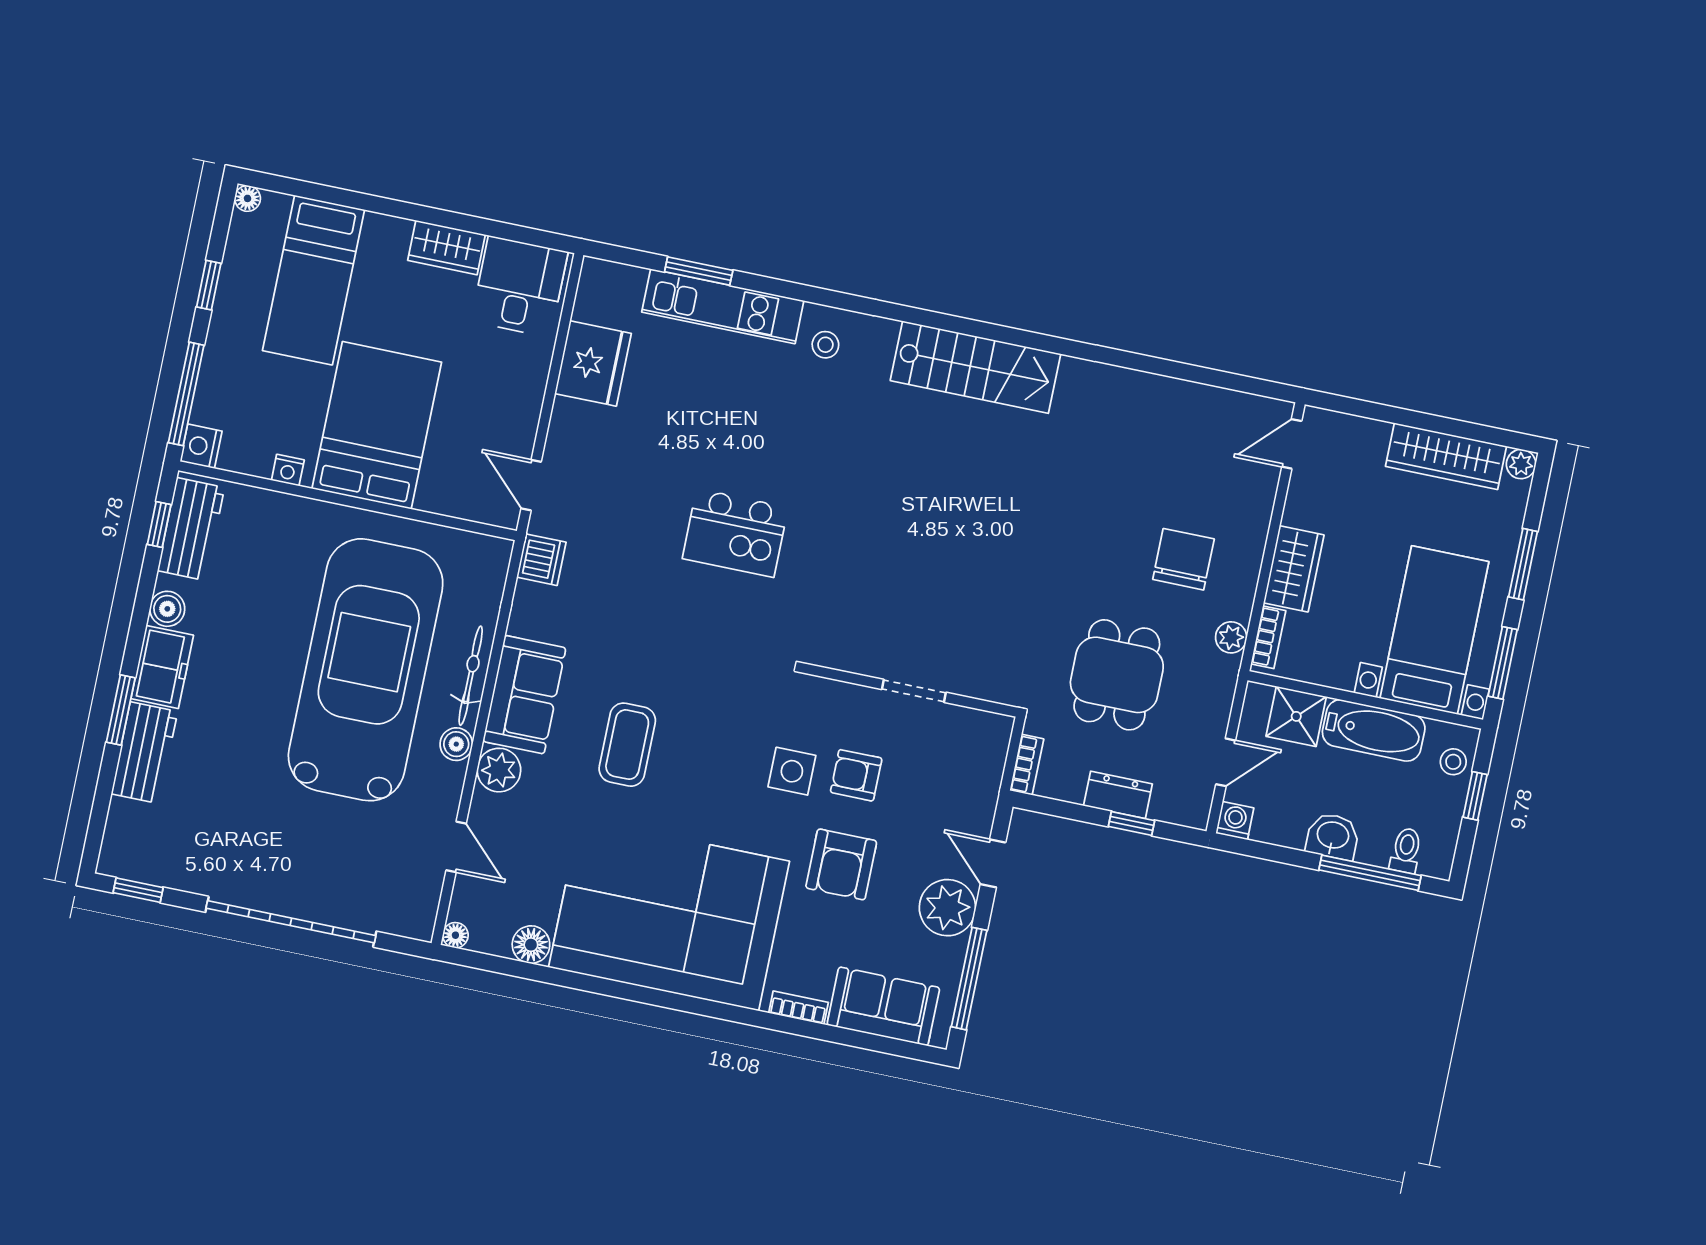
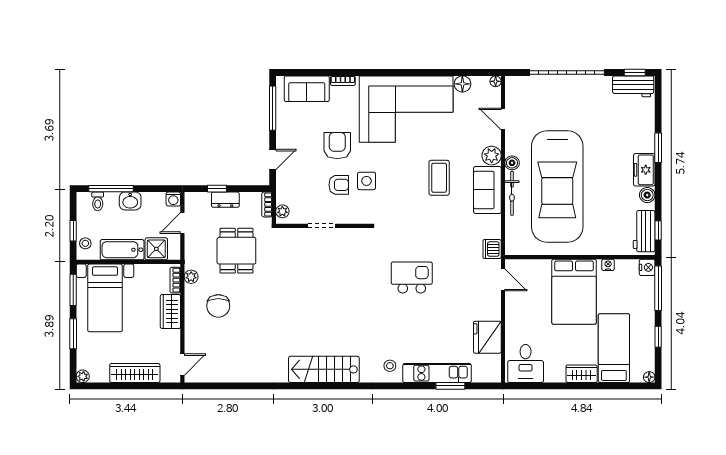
wardrobe: (447, 248) -> (582, 374), moved
wardrobe: (1446, 456) -> (135, 373), moved
workbench: (144, 753) -> (633, 86), moved, turned -90
door: (993, 863) -> (273, 159), hinge flipped
plant: (947, 908) -> (282, 211), moved, width x0.53, depth x0.53

